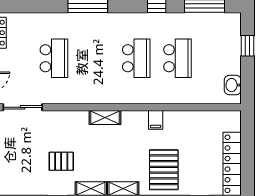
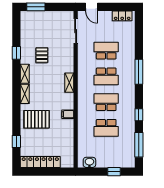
school desk: (54, 58) -> (106, 51), turned 180
school desk: (95, 58) -> (106, 76), added
school desk: (136, 58) -> (106, 102), turned 180

